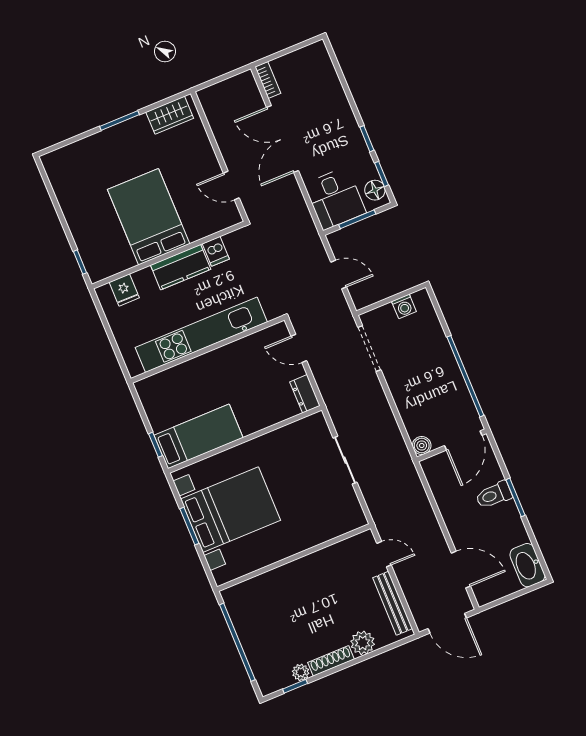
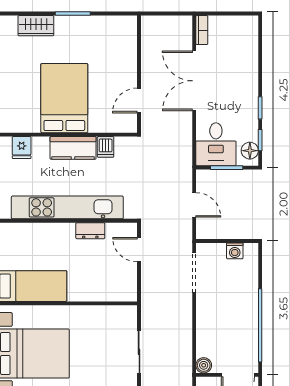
wardrobe: (170, 115) -> (36, 26), moved
door: (231, 186) -> (139, 101), hinge flipped
dresser: (305, 394) -> (90, 231), moved, turned -90

